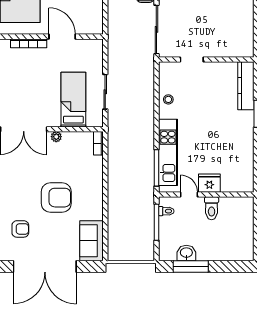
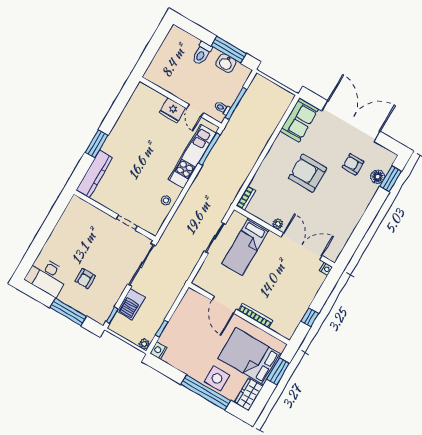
toilet: (212, 208) -> (202, 53), moved, turned 180

